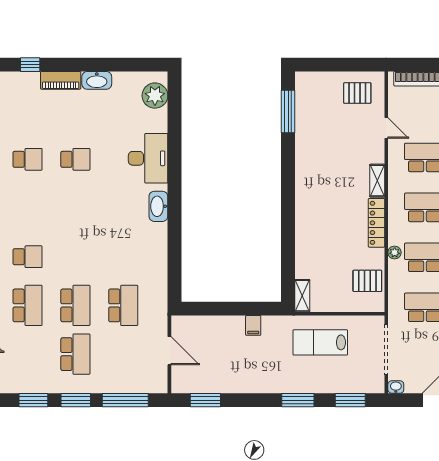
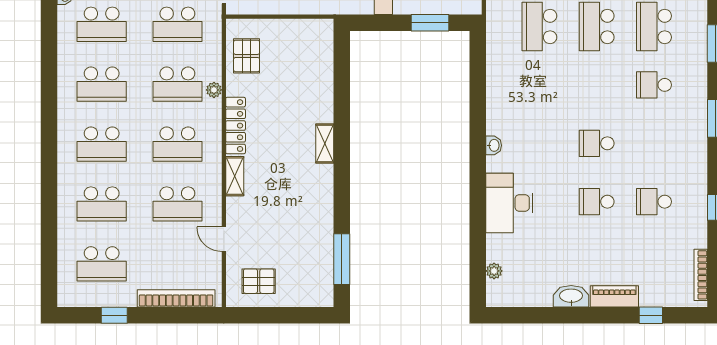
plant: (155, 96) -> (494, 271), width x0.53, depth x0.53
washbasin: (158, 206) -> (494, 145), width x0.52, depth x0.69
school desk: (75, 208) -> (597, 143), added
pallet: (367, 281) -> (247, 56), turned 90
shelving: (302, 296) -> (325, 143), moved
window: (214, 309) -> (430, 23), added

